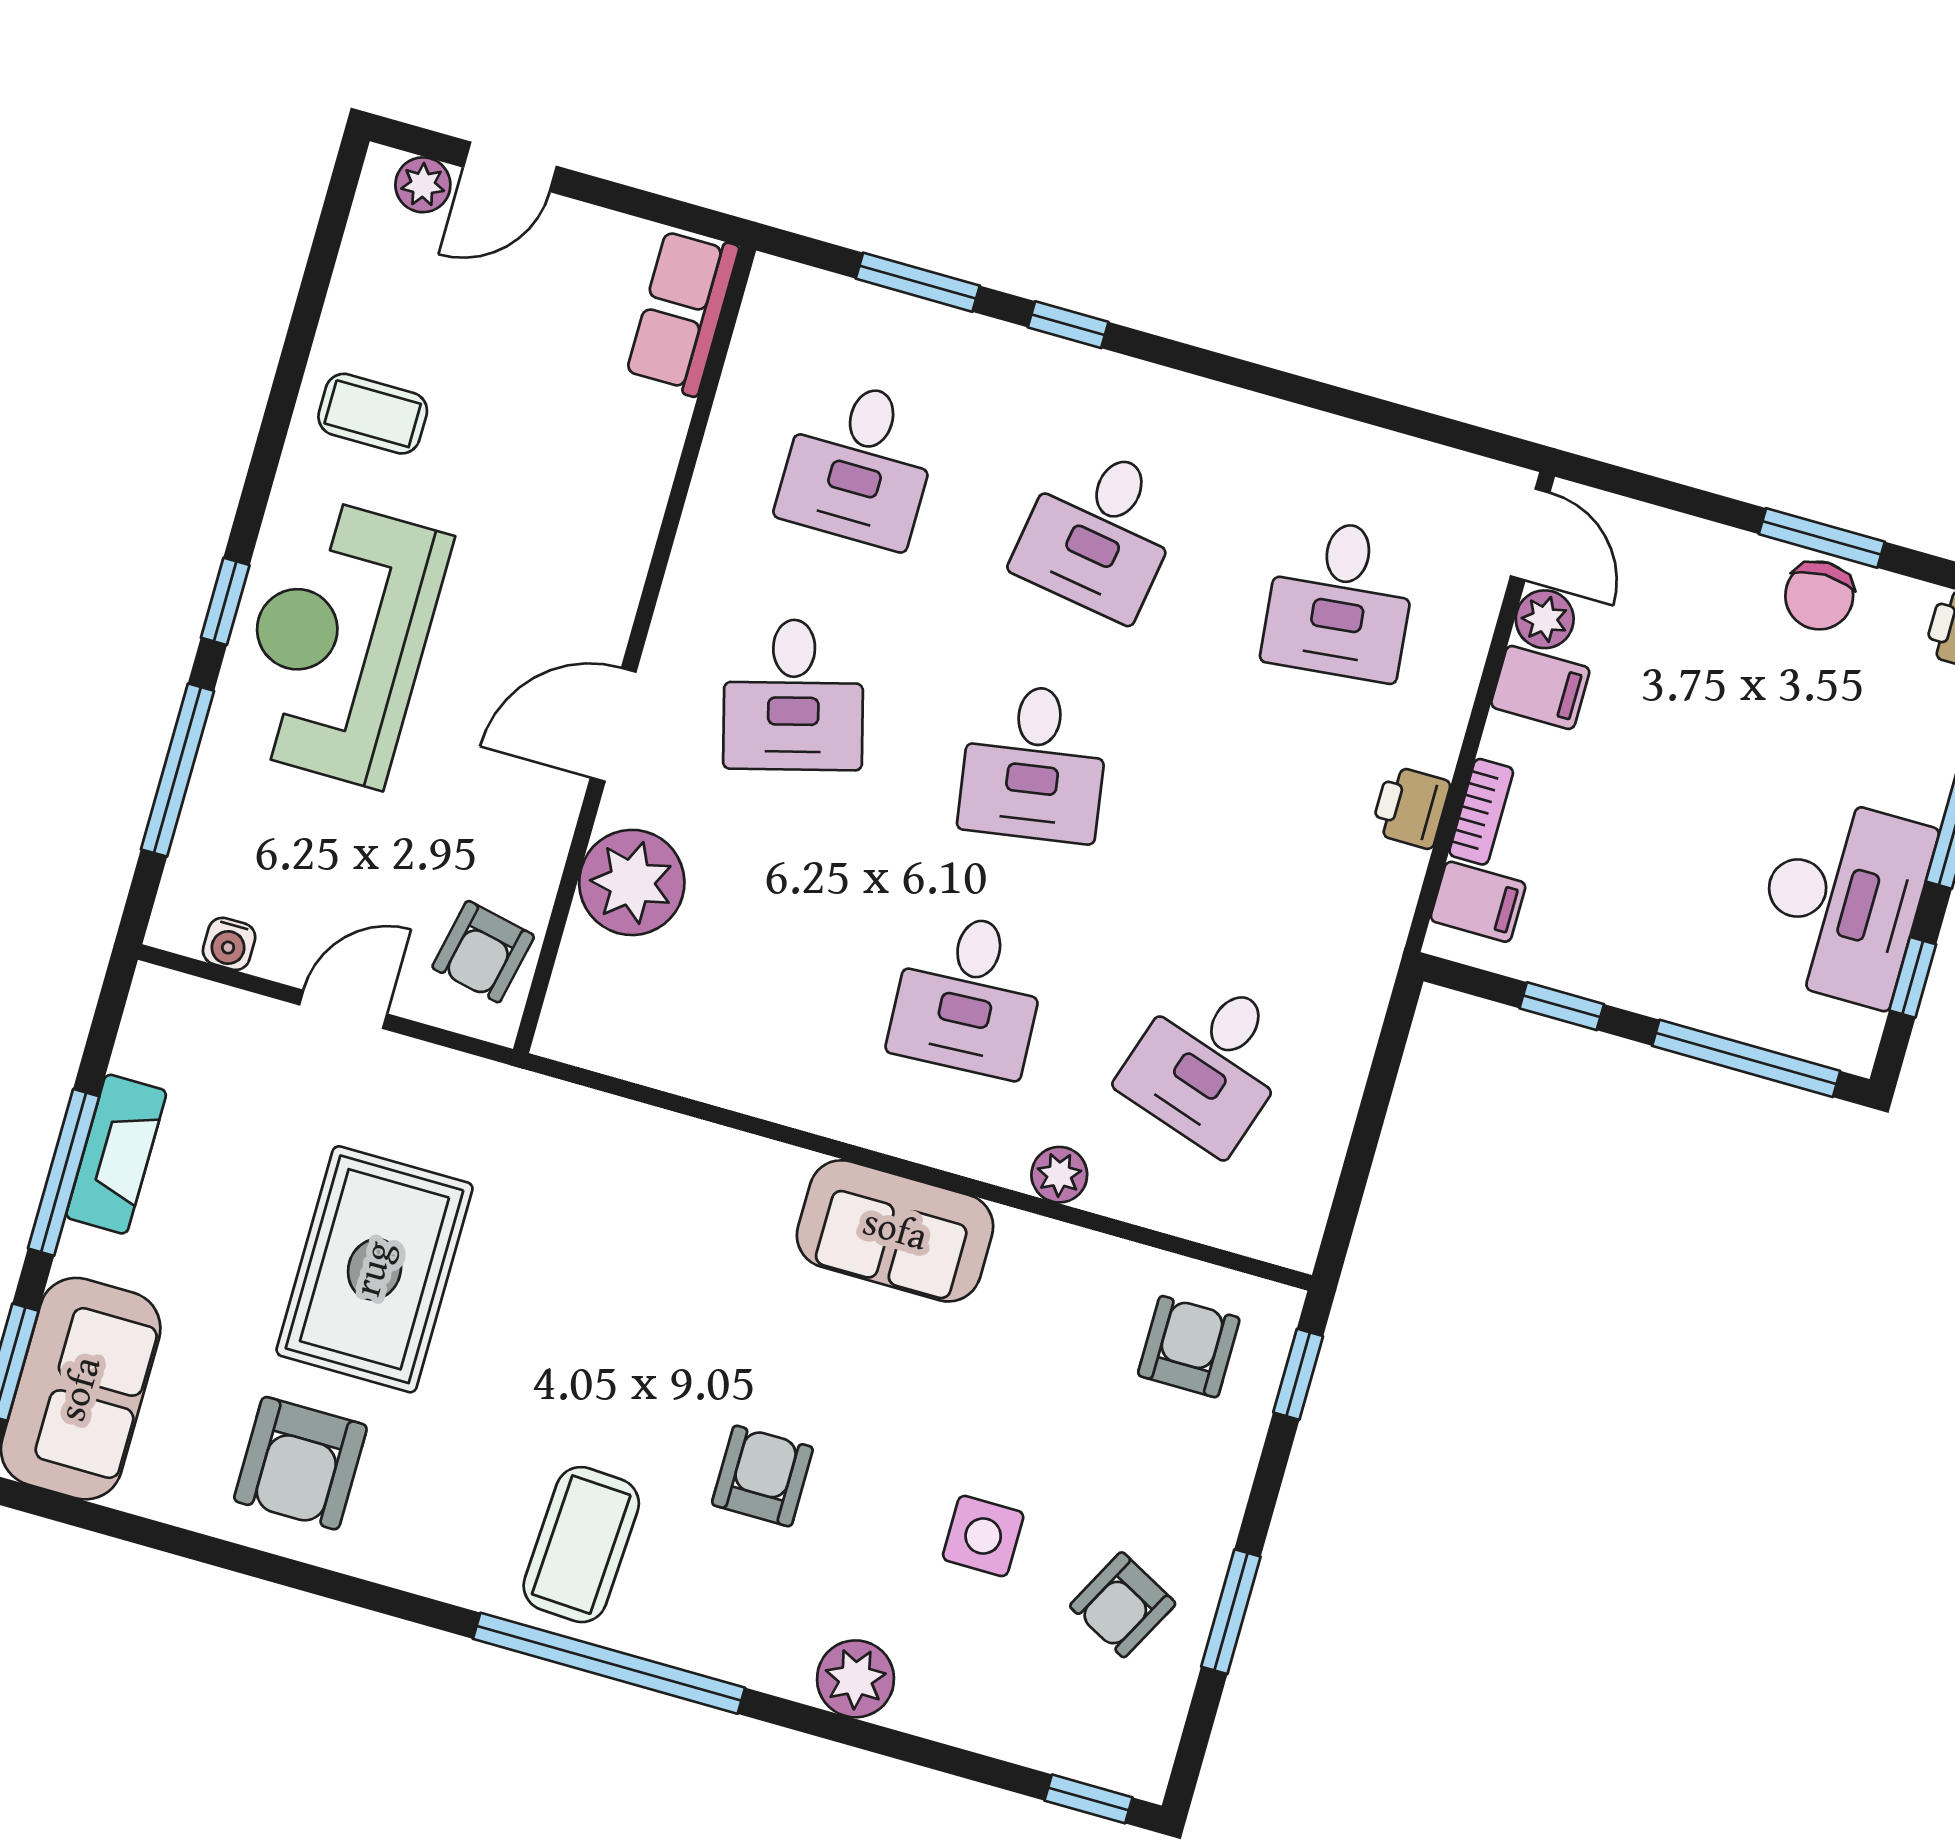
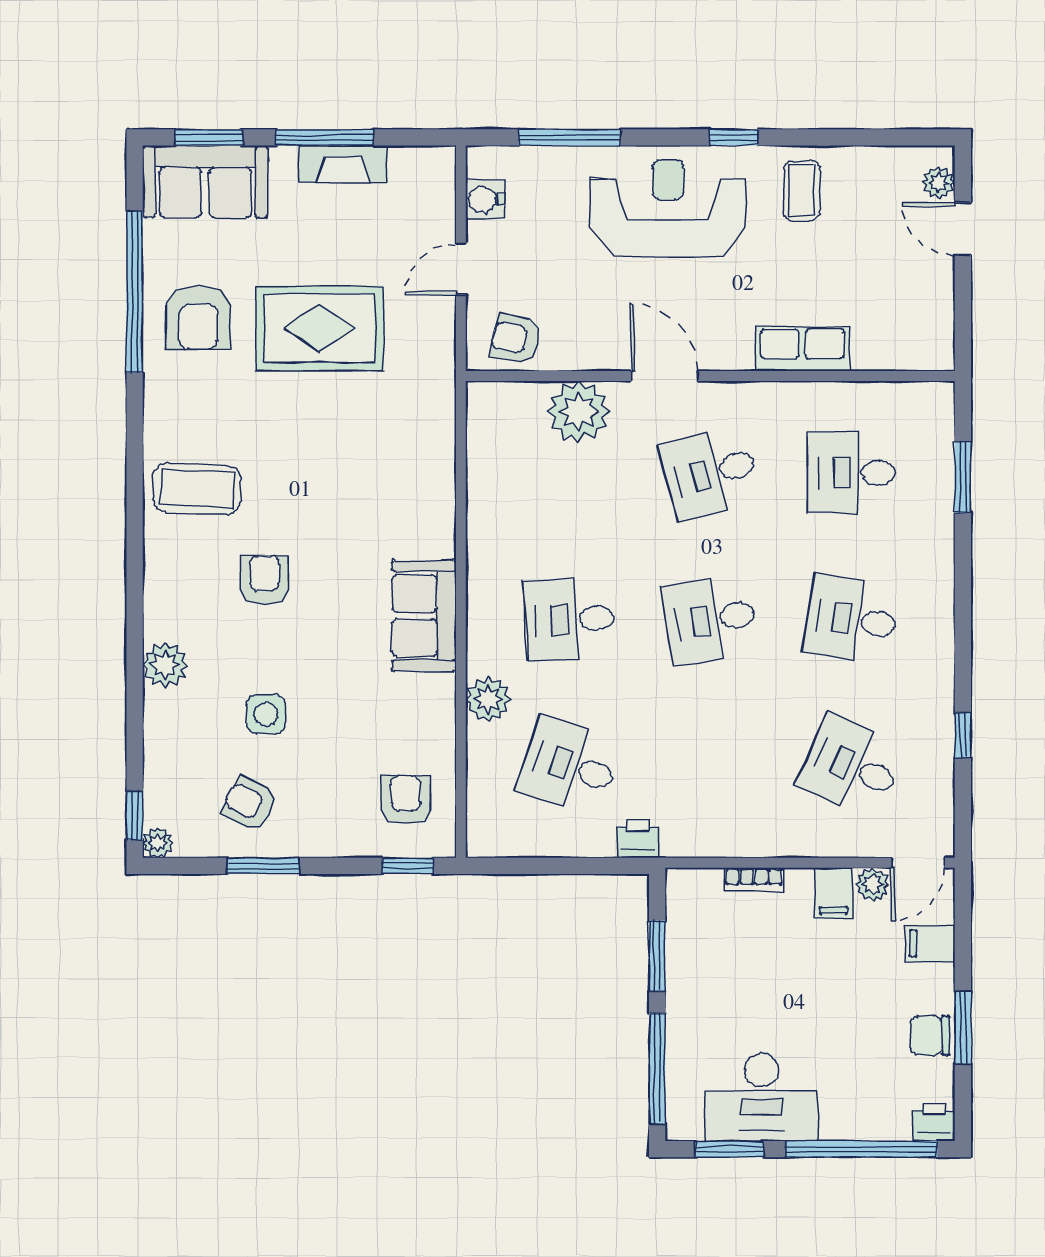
row of seats: (682, 312) -> (802, 349), moved
window: (1068, 325) -> (963, 735), moved
desk: (1340, 599) -> (851, 766), turned 30
window: (225, 601) -> (734, 137), moved
printer: (1411, 807) -> (638, 839), moved
filing cabinet: (1478, 902) -> (930, 943), moved, turned 90
water cooler: (229, 944) -> (485, 200), width x1.38, depth x1.38
window: (1913, 977) -> (729, 1149), width x1.50
window: (1562, 1006) -> (657, 956), width x1.50
door: (343, 1009) -> (461, 269), swing flipped
plant: (1059, 1175) -> (488, 699), width x1.38, depth x1.38
armchair: (1189, 1347) -> (406, 800), turned -90
armchair: (300, 1463) -> (198, 317), turned -90
armchair: (762, 1476) -> (265, 580), turned -90
window: (609, 1663) -> (135, 292), moved
plant: (1144, 1774) -> (158, 843), added

